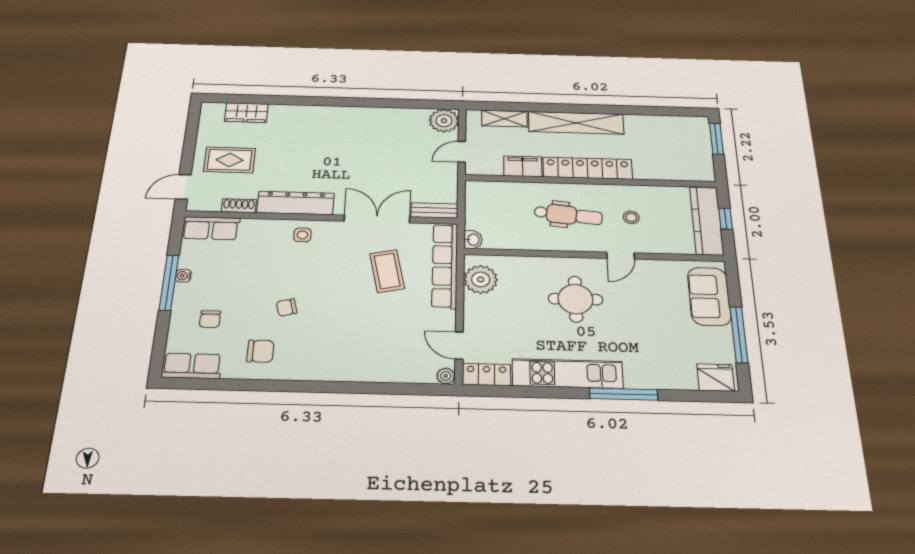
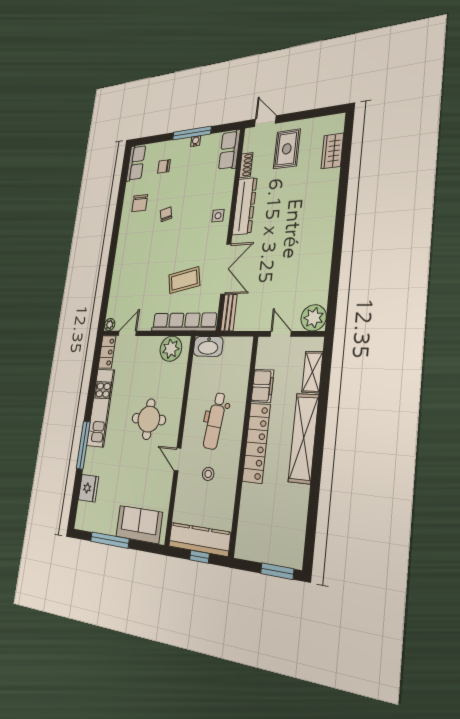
washbasin: (473, 240) -> (208, 346), width x1.91, depth x1.45
fridge: (716, 377) -> (88, 488), moved

